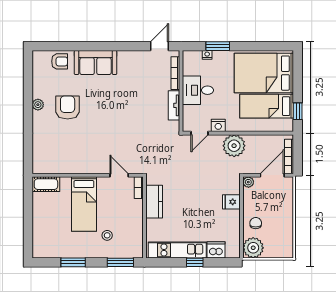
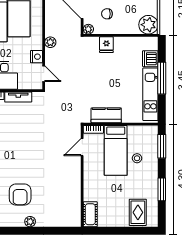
plant: (38, 105) -> (30, 222), moved
armchair: (68, 107) -> (20, 195), turned -90
plant: (234, 146) -> (50, 42), width x0.53, depth x0.53
bed: (84, 204) -> (116, 150), moved, turned 90
chair: (256, 223) -> (107, 14), moved
rug: (48, 236) -> (138, 212), added
window: (195, 262) -> (162, 78), width x2.17

